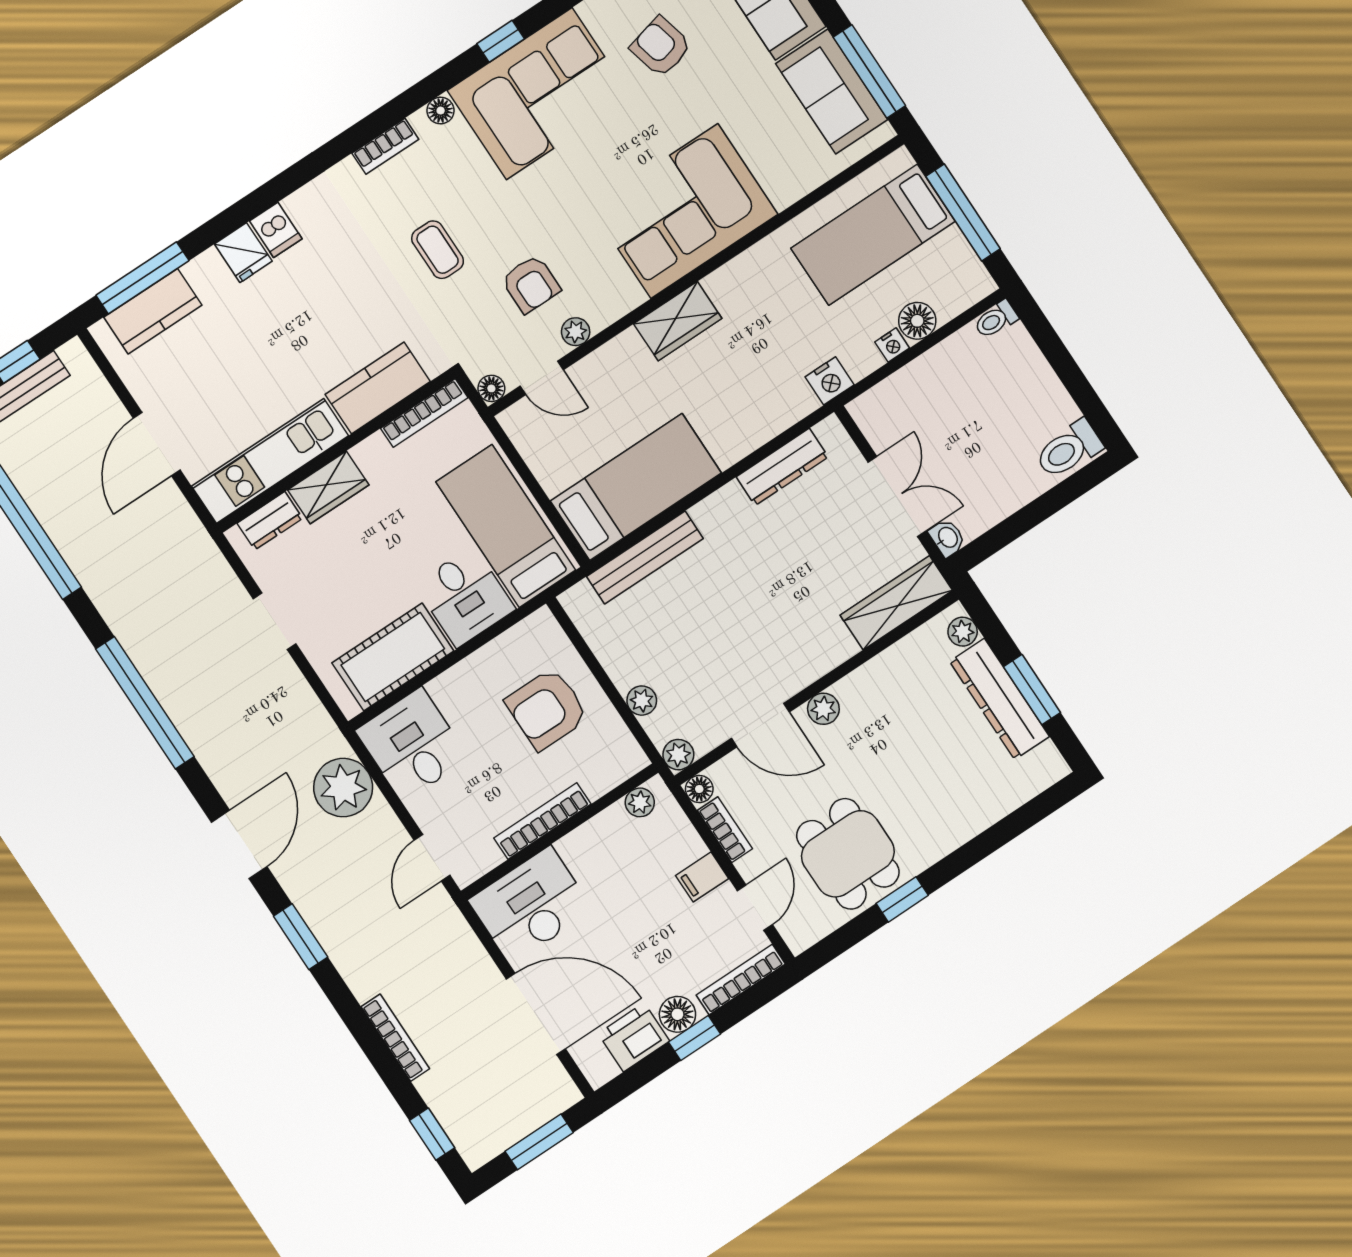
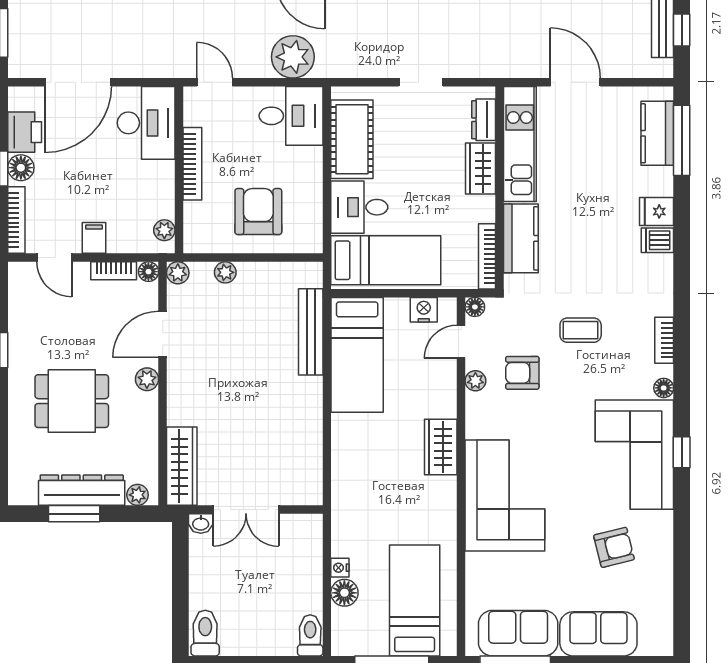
toilet: (996, 319) -> (310, 635), width x1.37, depth x1.39
nightstand: (830, 381) -> (424, 310), moved, turned 90
dresser: (782, 467) -> (310, 452), removed
dining table: (848, 854) -> (72, 401), moved

